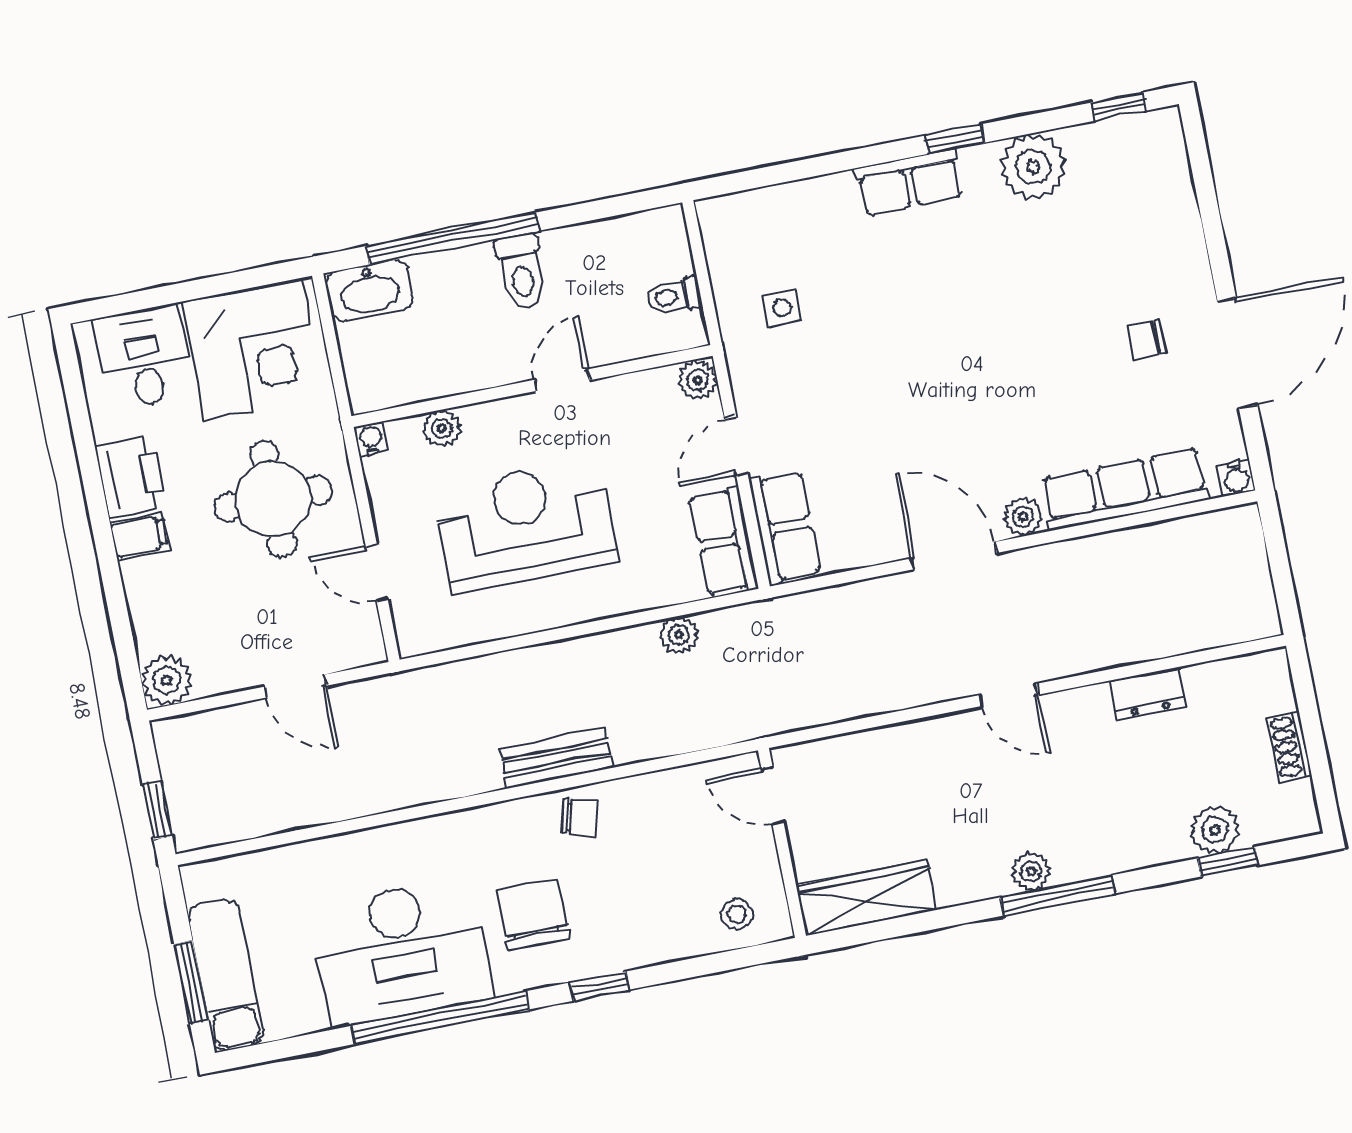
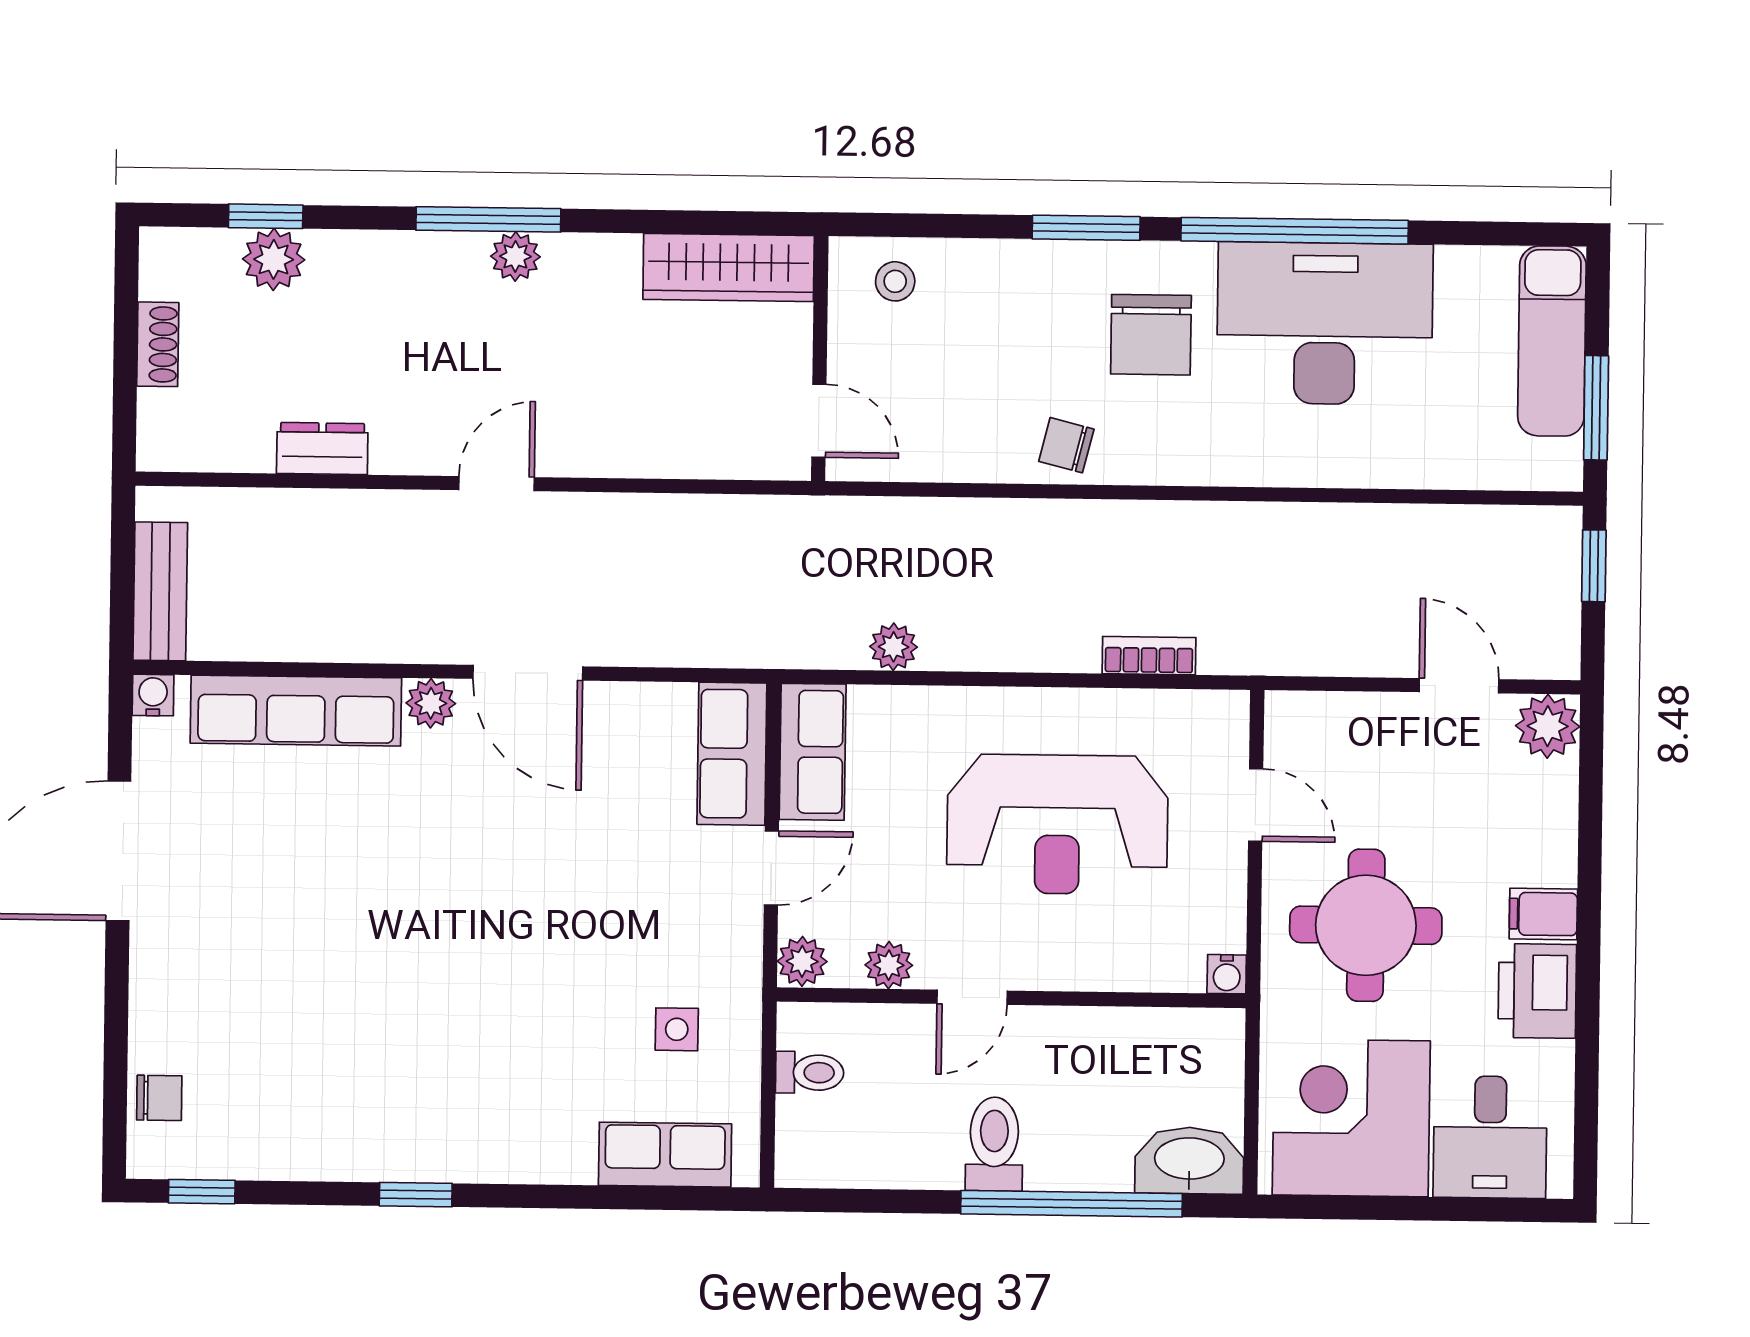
plant: (1033, 167) -> (325, 1139), removed
row of seats: (909, 183) -> (665, 1155), moved
chair: (1146, 340) -> (159, 1098), moved
plant: (442, 428) -> (889, 965), moved
bookcase: (482, 670) -> (1149, 656), added
door: (295, 686) -> (1459, 686), moved
door: (1008, 695) -> (497, 484), hinge flipped
bench: (556, 758) -> (160, 591), moved, turned 90
window: (191, 982) -> (1596, 408), moved
window: (600, 986) -> (1086, 228), width x1.50

